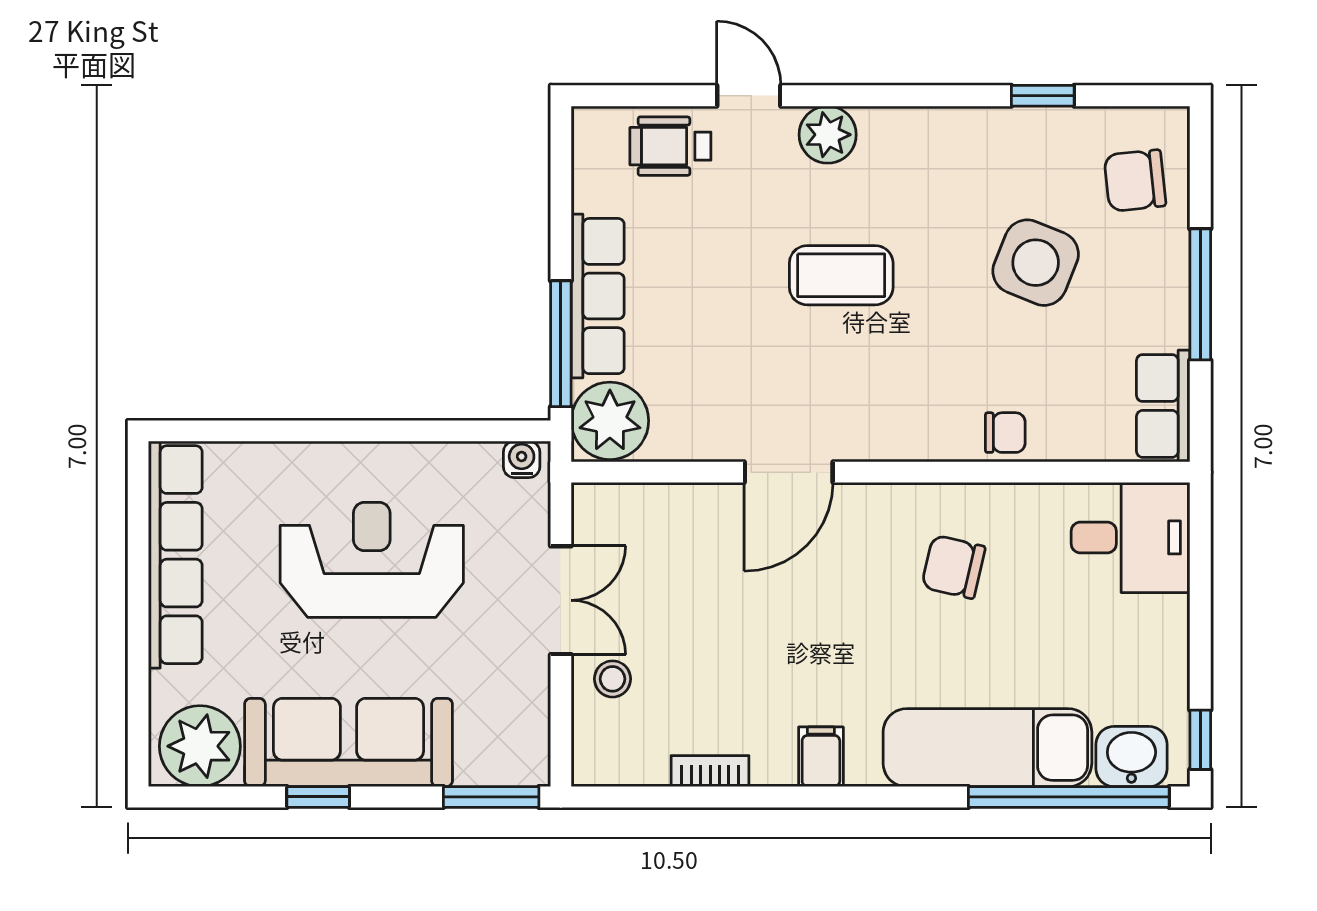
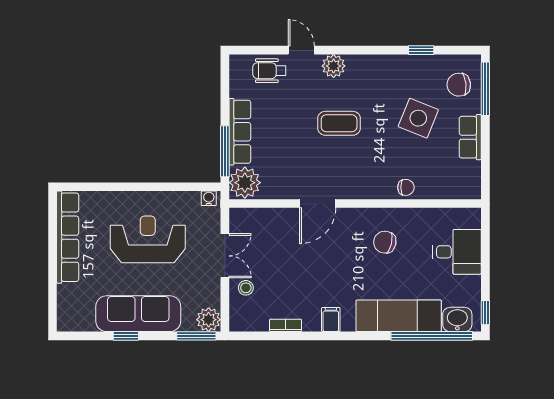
window: (1200, 294) -> (485, 89), moved
row of seats: (1163, 406) -> (470, 137), moved
desk: (1131, 537) -> (457, 252), moved
plant: (200, 746) -> (209, 320), moved, width x0.73, depth x0.73

